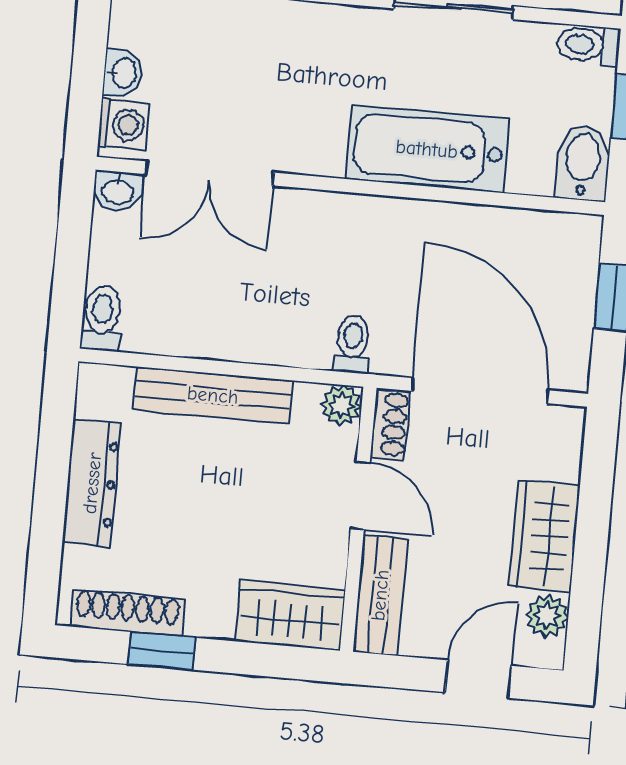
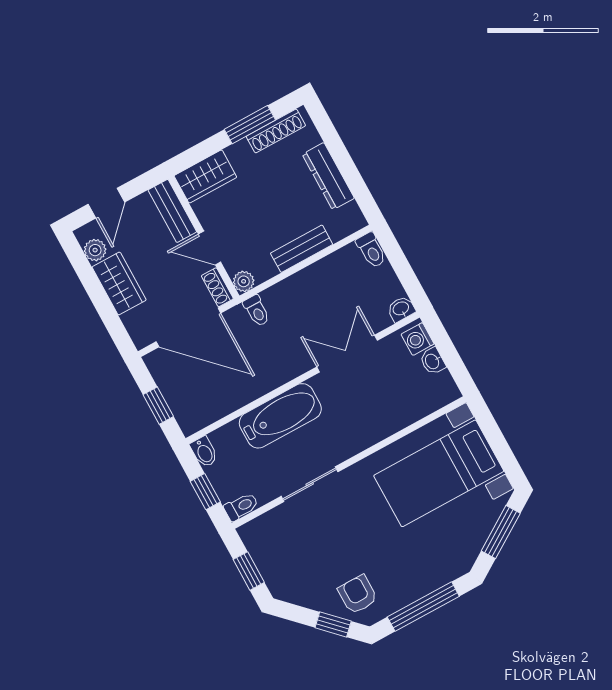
bidet: (583, 163) -> (204, 452), width x0.72, depth x0.74
double door: (210, 173) -> (347, 354), moved
bench: (213, 395) -> (302, 249), width x0.73
window: (162, 651) -> (250, 125), width x1.50

